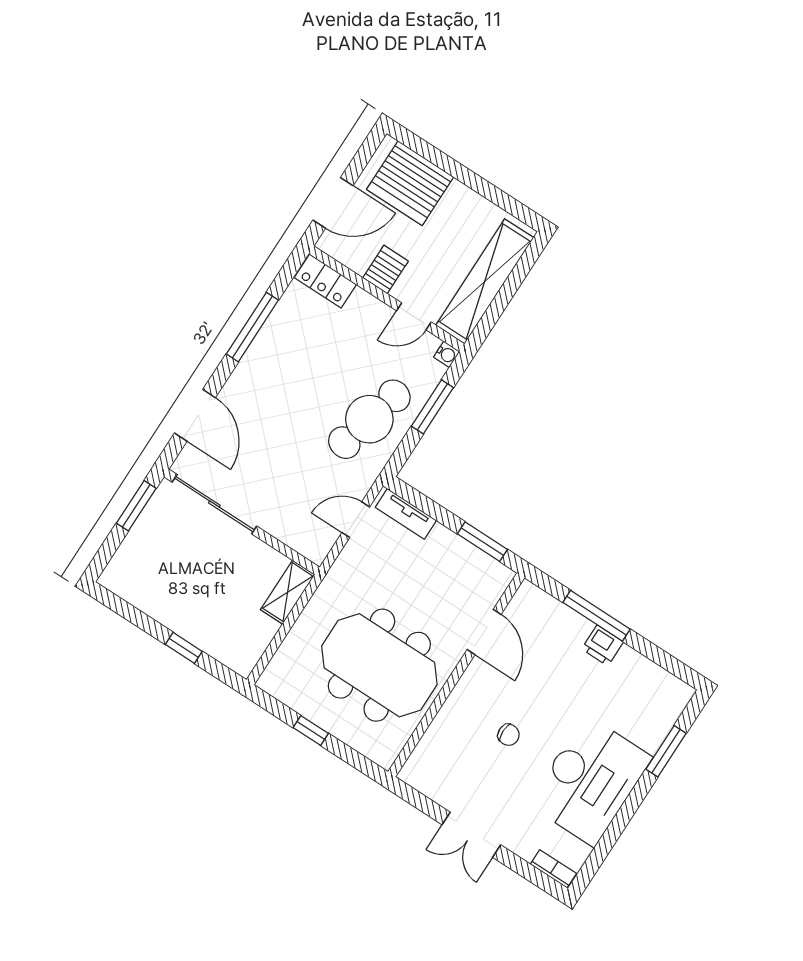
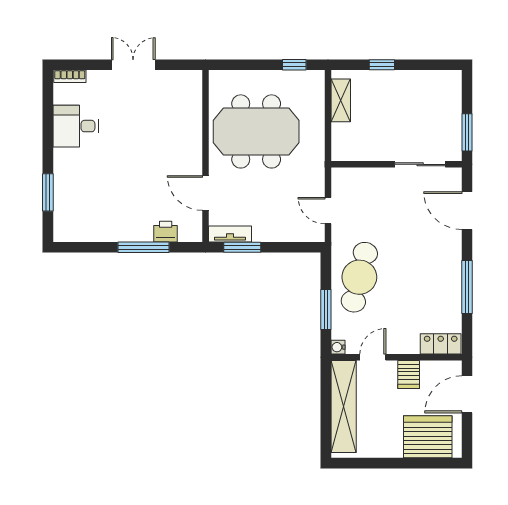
sliding door: (214, 504) -> (420, 164), width x0.73
tv unit: (406, 514) -> (230, 234), moved
door: (356, 520) -> (328, 211), swing flipped
shelving: (288, 592) -> (341, 100), moved
printer: (602, 645) -> (166, 232), moved
window: (311, 730) -> (294, 65), moved
chair: (509, 735) -> (150, 140), removed
desk: (590, 781) -> (76, 126), width x0.53, depth x0.77

